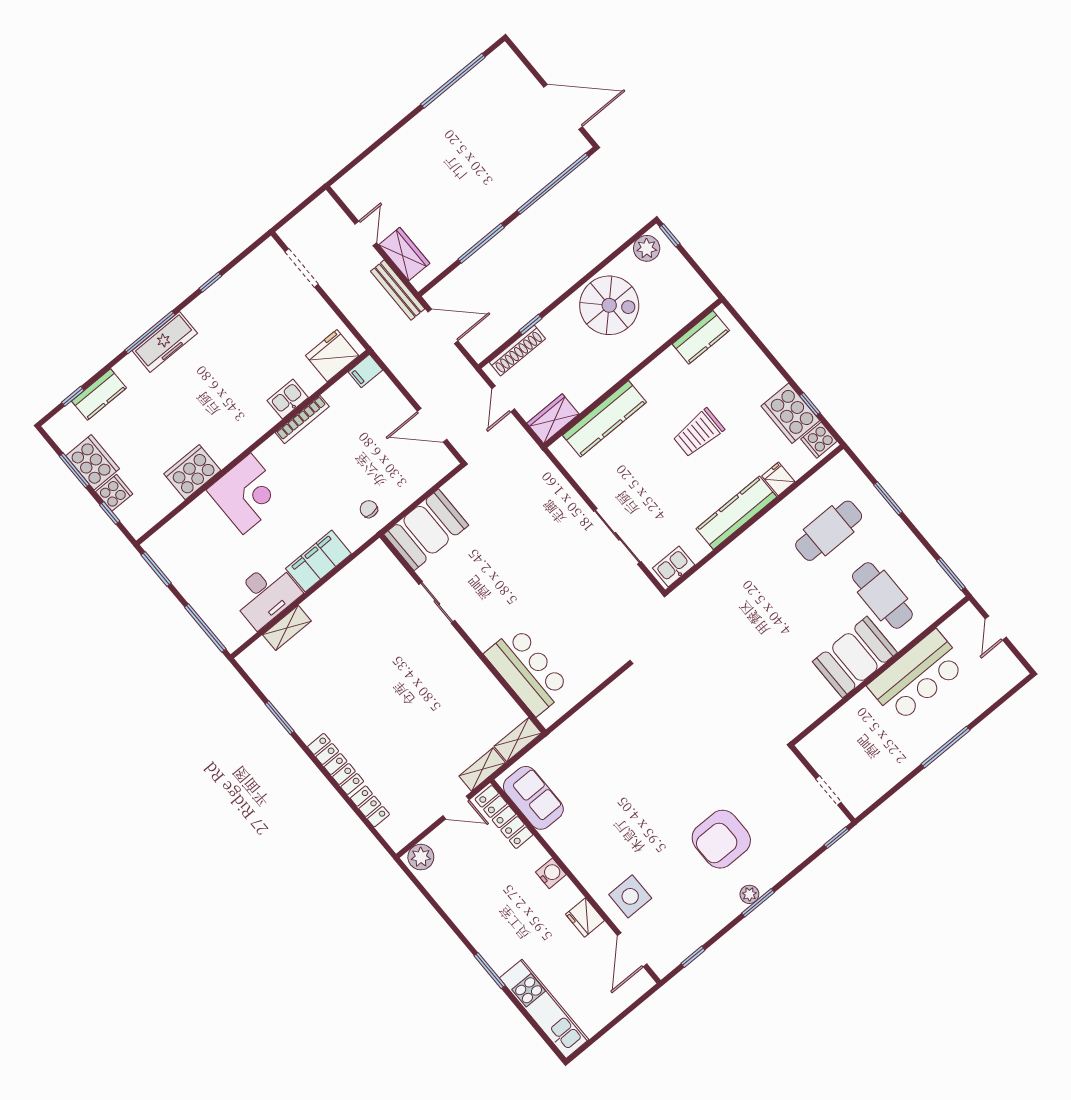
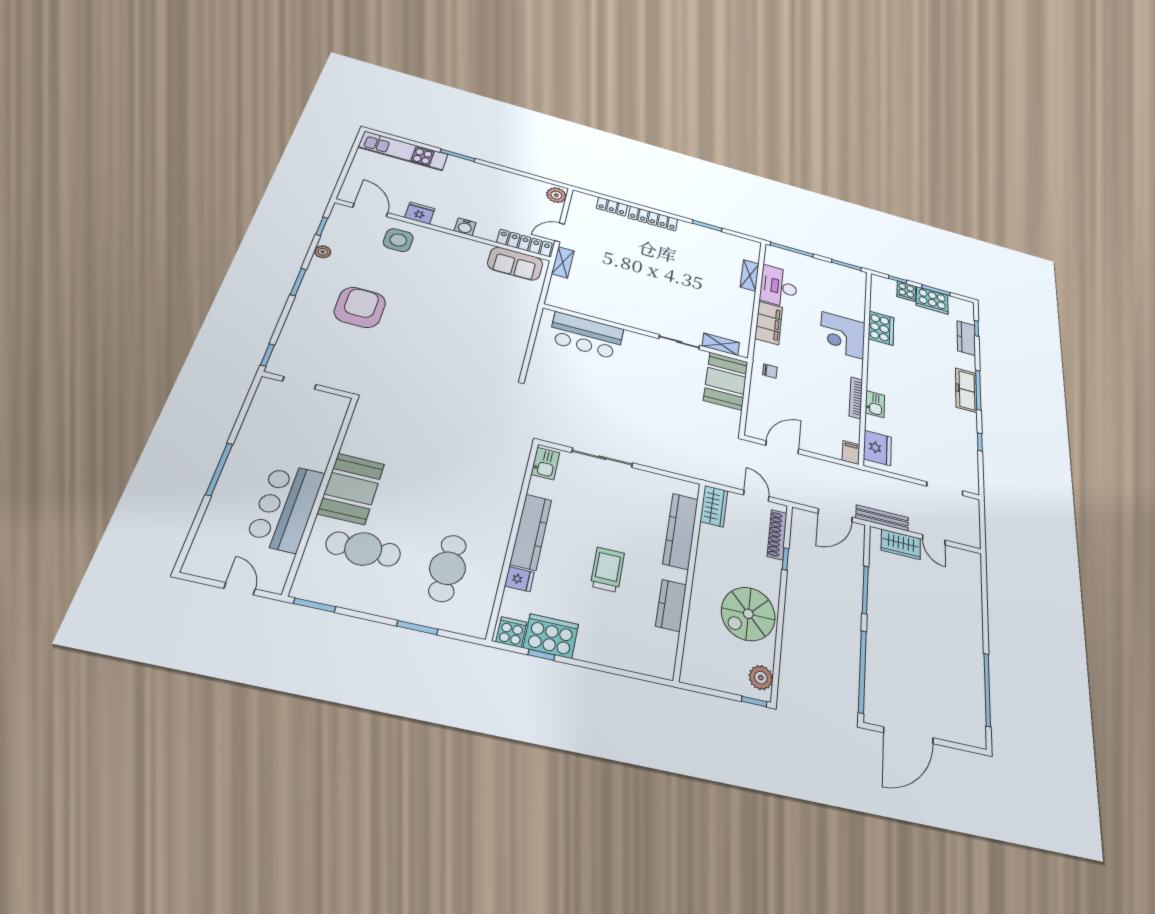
kitchen counter: (701, 337) -> (671, 605), moved
shelving: (518, 740) -> (721, 344), moved, turned 90
plant: (749, 894) -> (323, 252), moved

